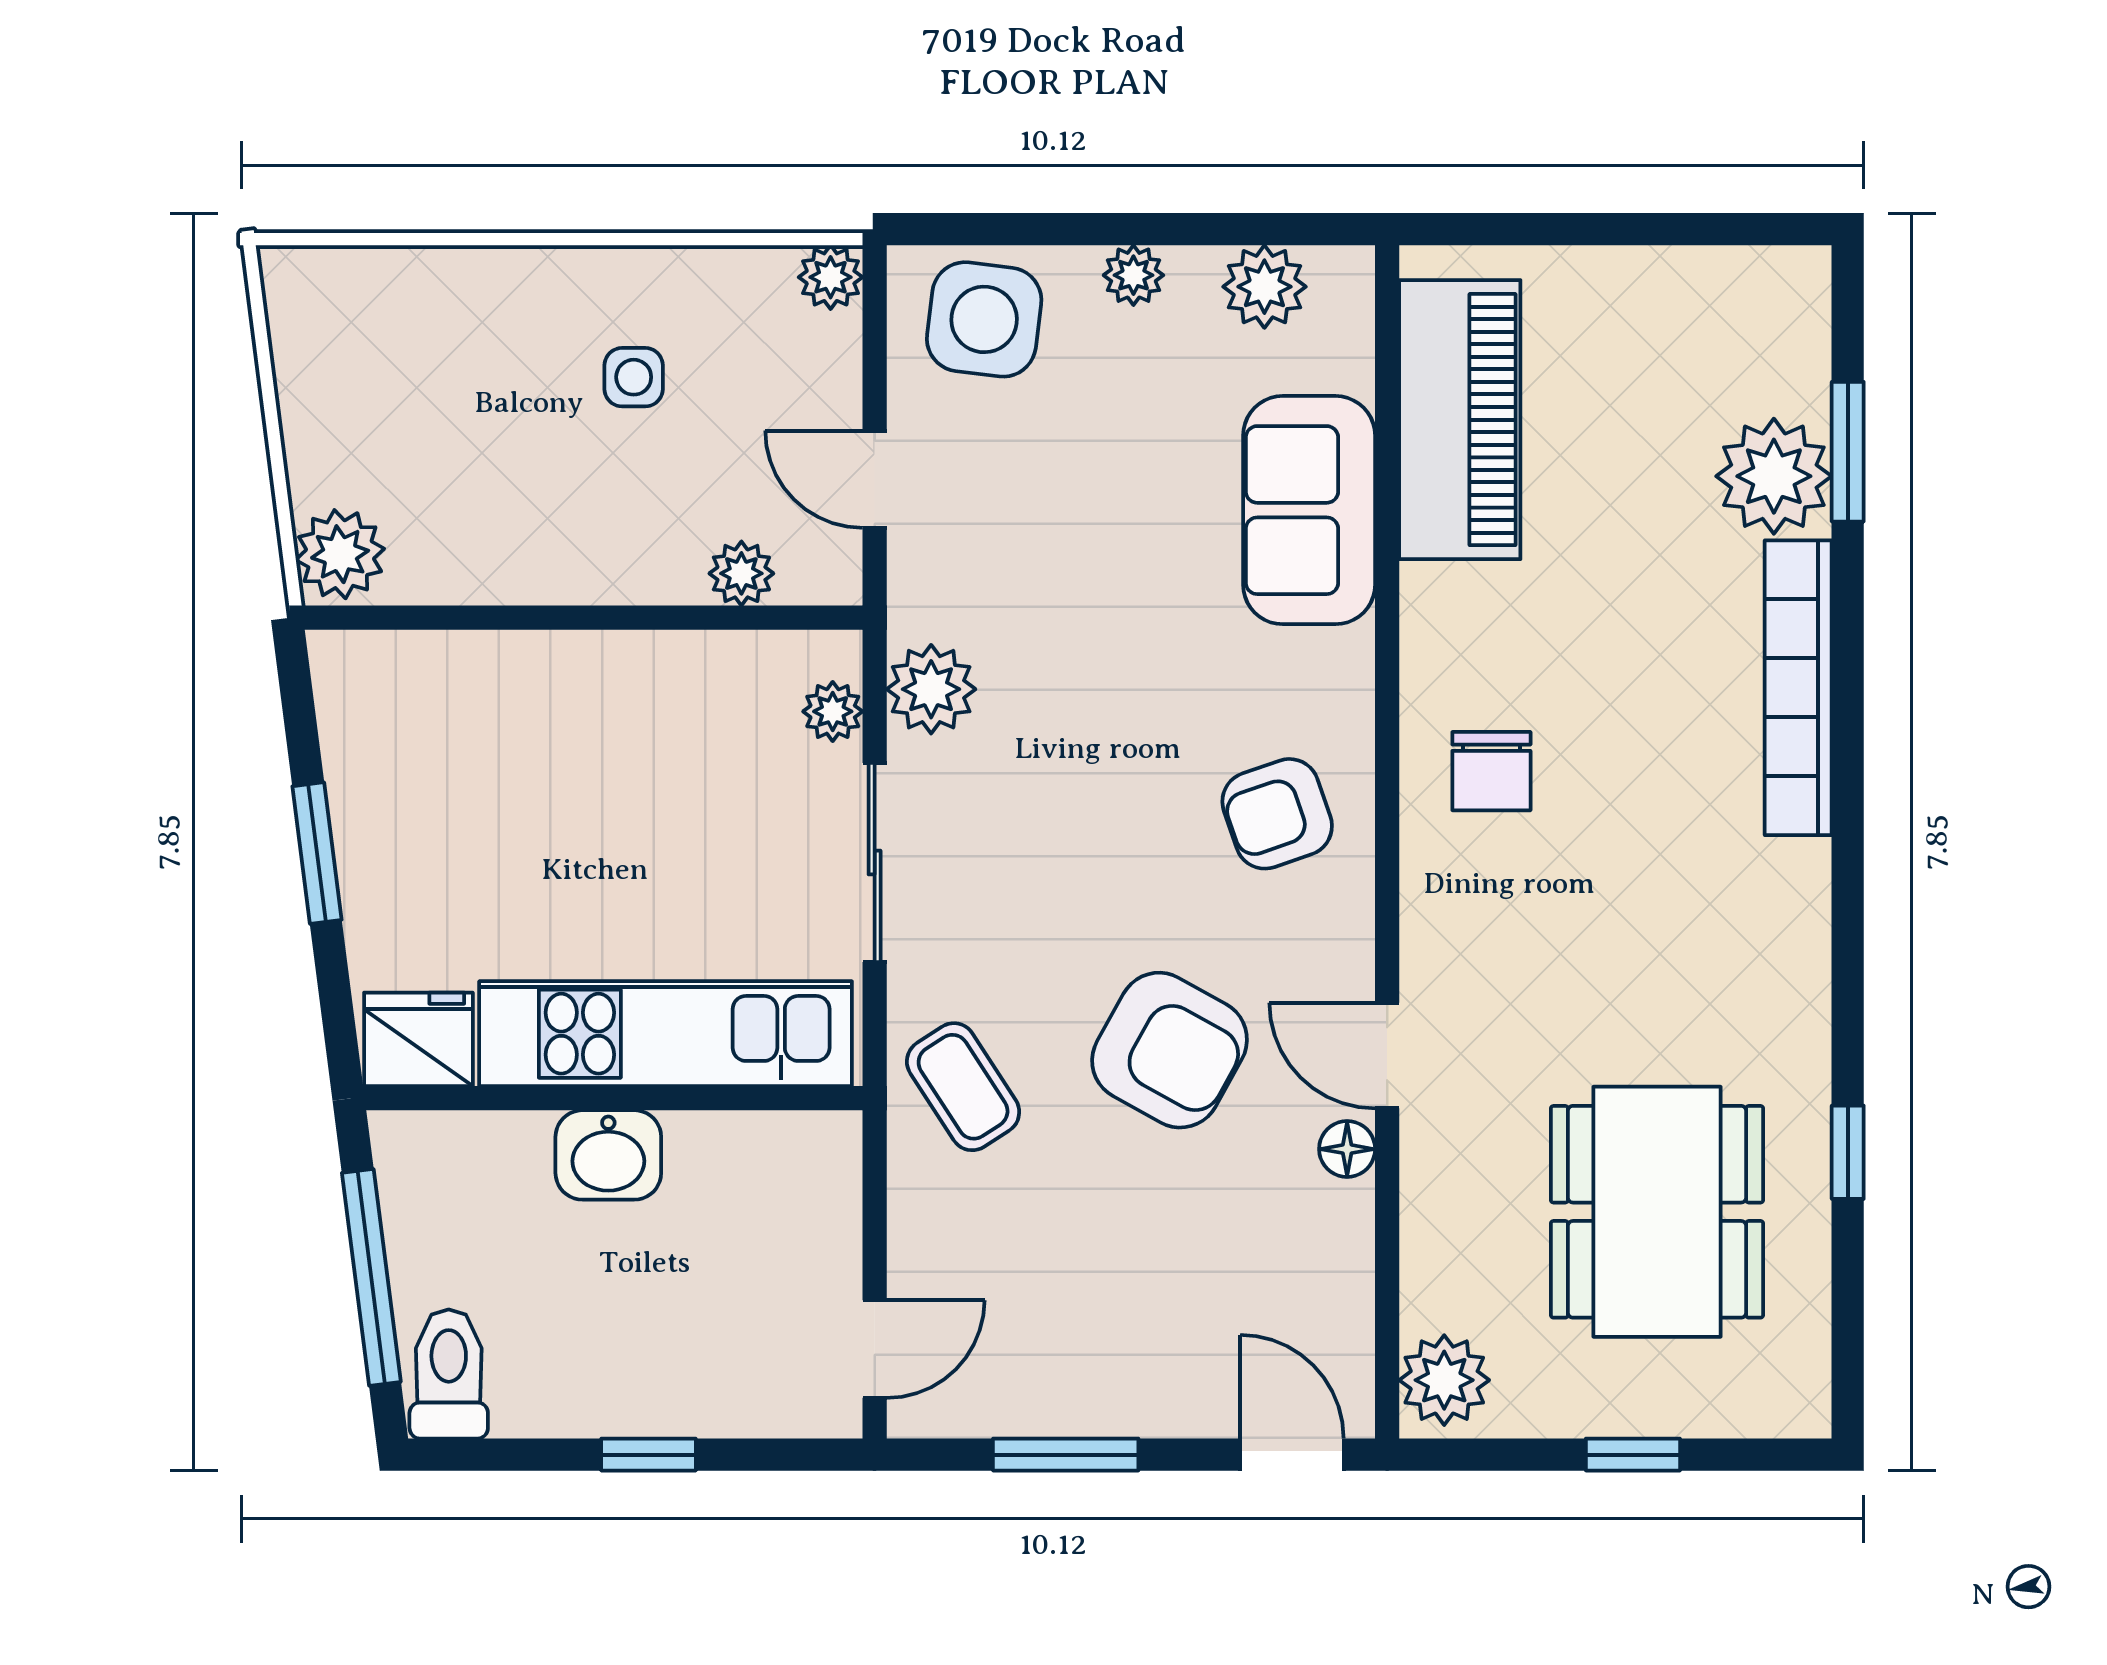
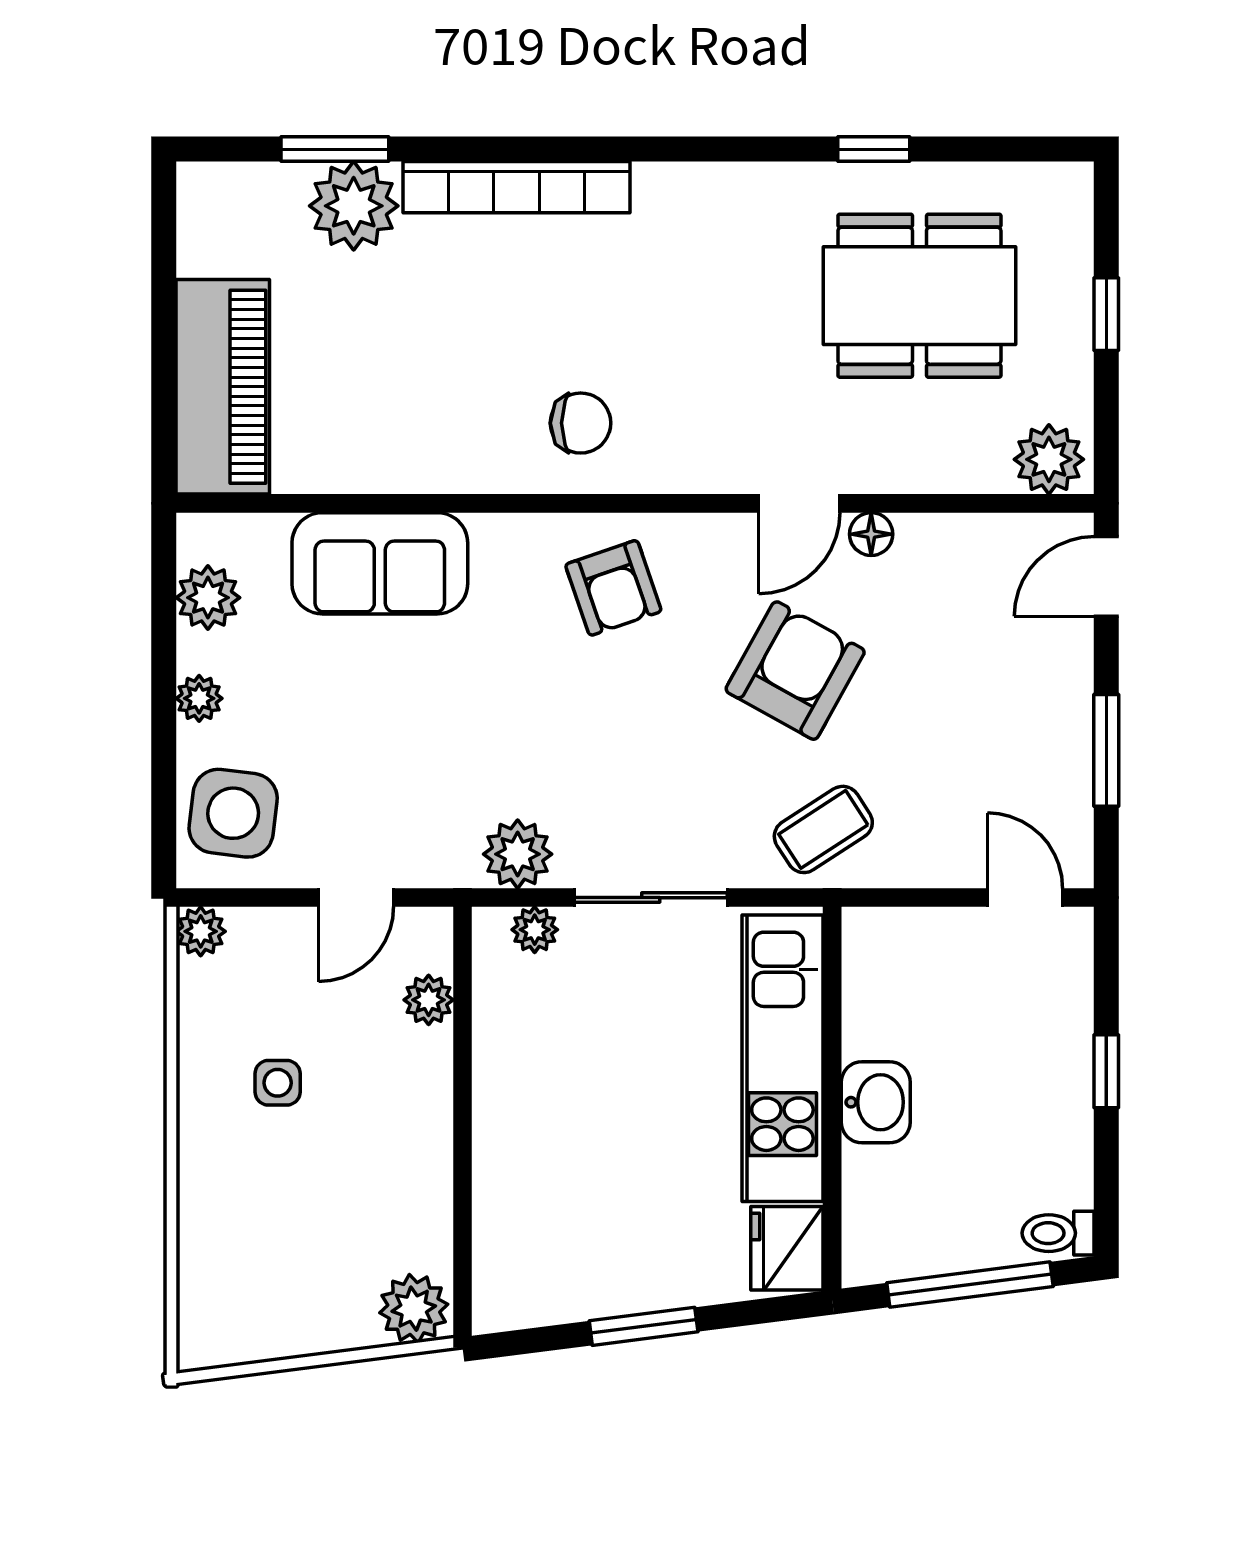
piano: (1460, 420) -> (223, 387), moved, turned 90
toilet: (449, 1374) -> (1058, 1233), width x0.73, depth x0.72

